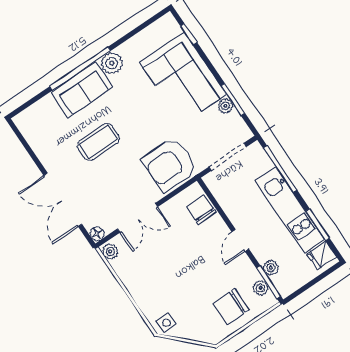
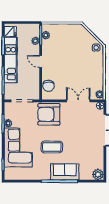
plant: (112, 63) -> (98, 174), moved
coffee table: (98, 142) -> (52, 147), moved
armchair: (170, 164) -> (49, 114), turned 180
door: (240, 240) -> (41, 61), swing flipped
chair: (231, 307) -> (64, 36), removed

